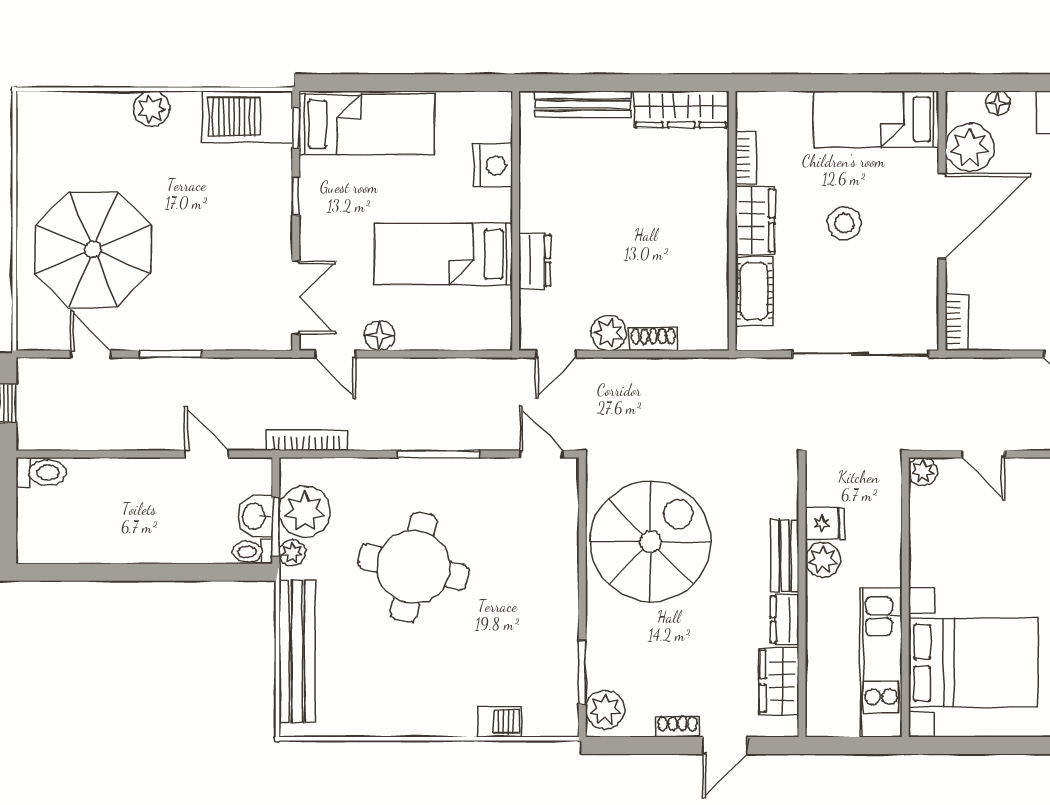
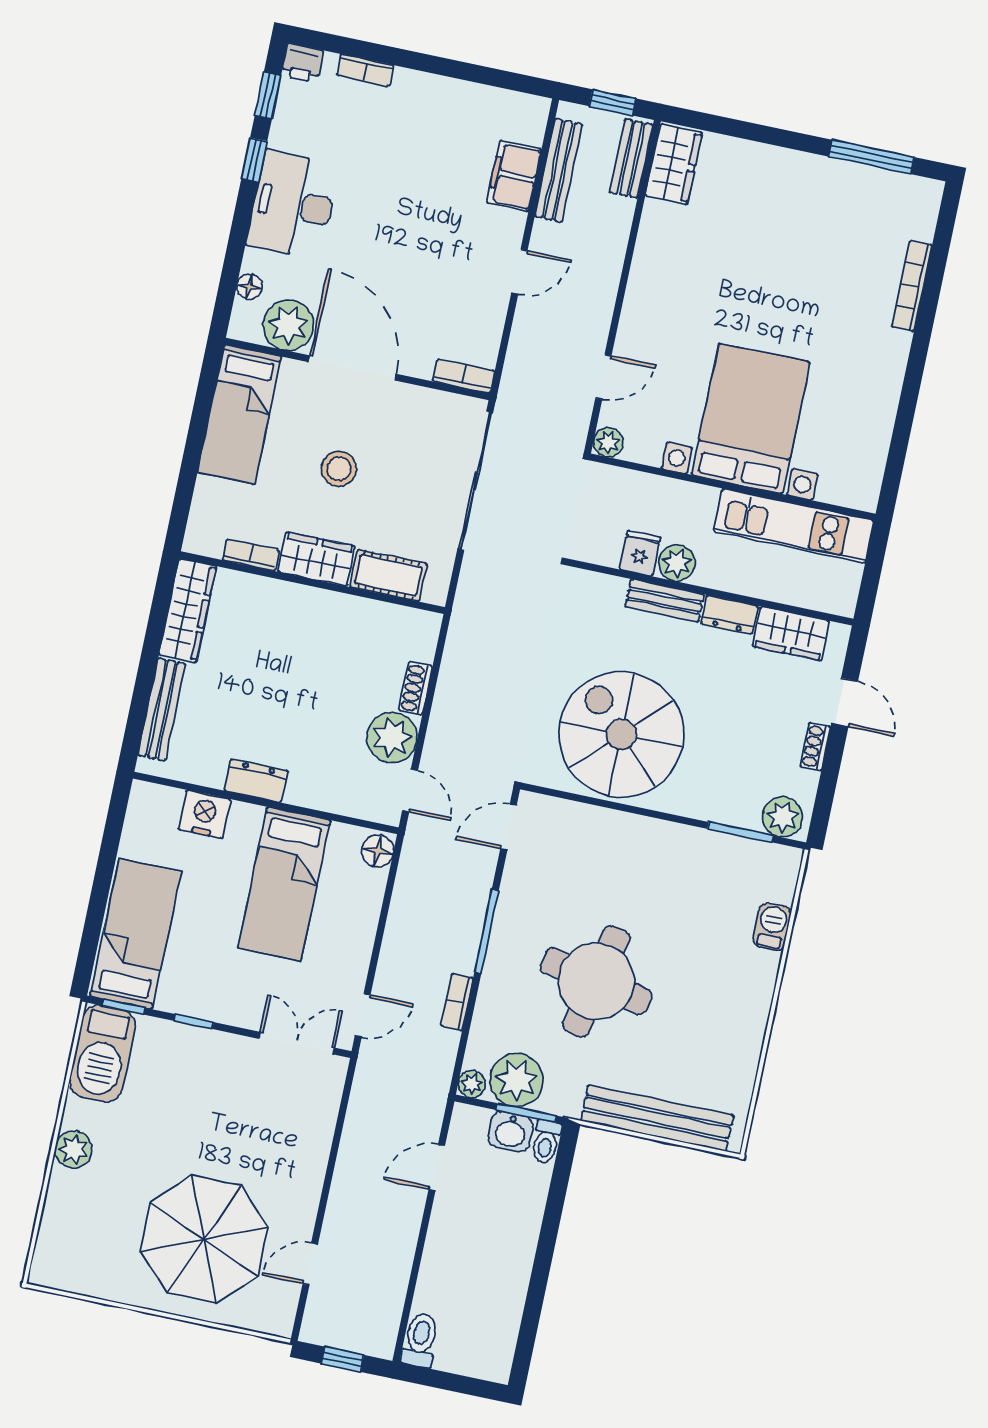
dresser: (535, 260) -> (256, 781), moved
plant: (609, 333) -> (392, 737), width x1.36, depth x1.36
floor lamp: (379, 335) -> (378, 851), moved
window: (171, 354) -> (327, 1183), removed
bookcase: (307, 440) -> (457, 1002), moved, width x0.64
plant: (292, 553) -> (472, 1084), moved
bed with nightstands: (973, 663) -> (751, 419), moved

